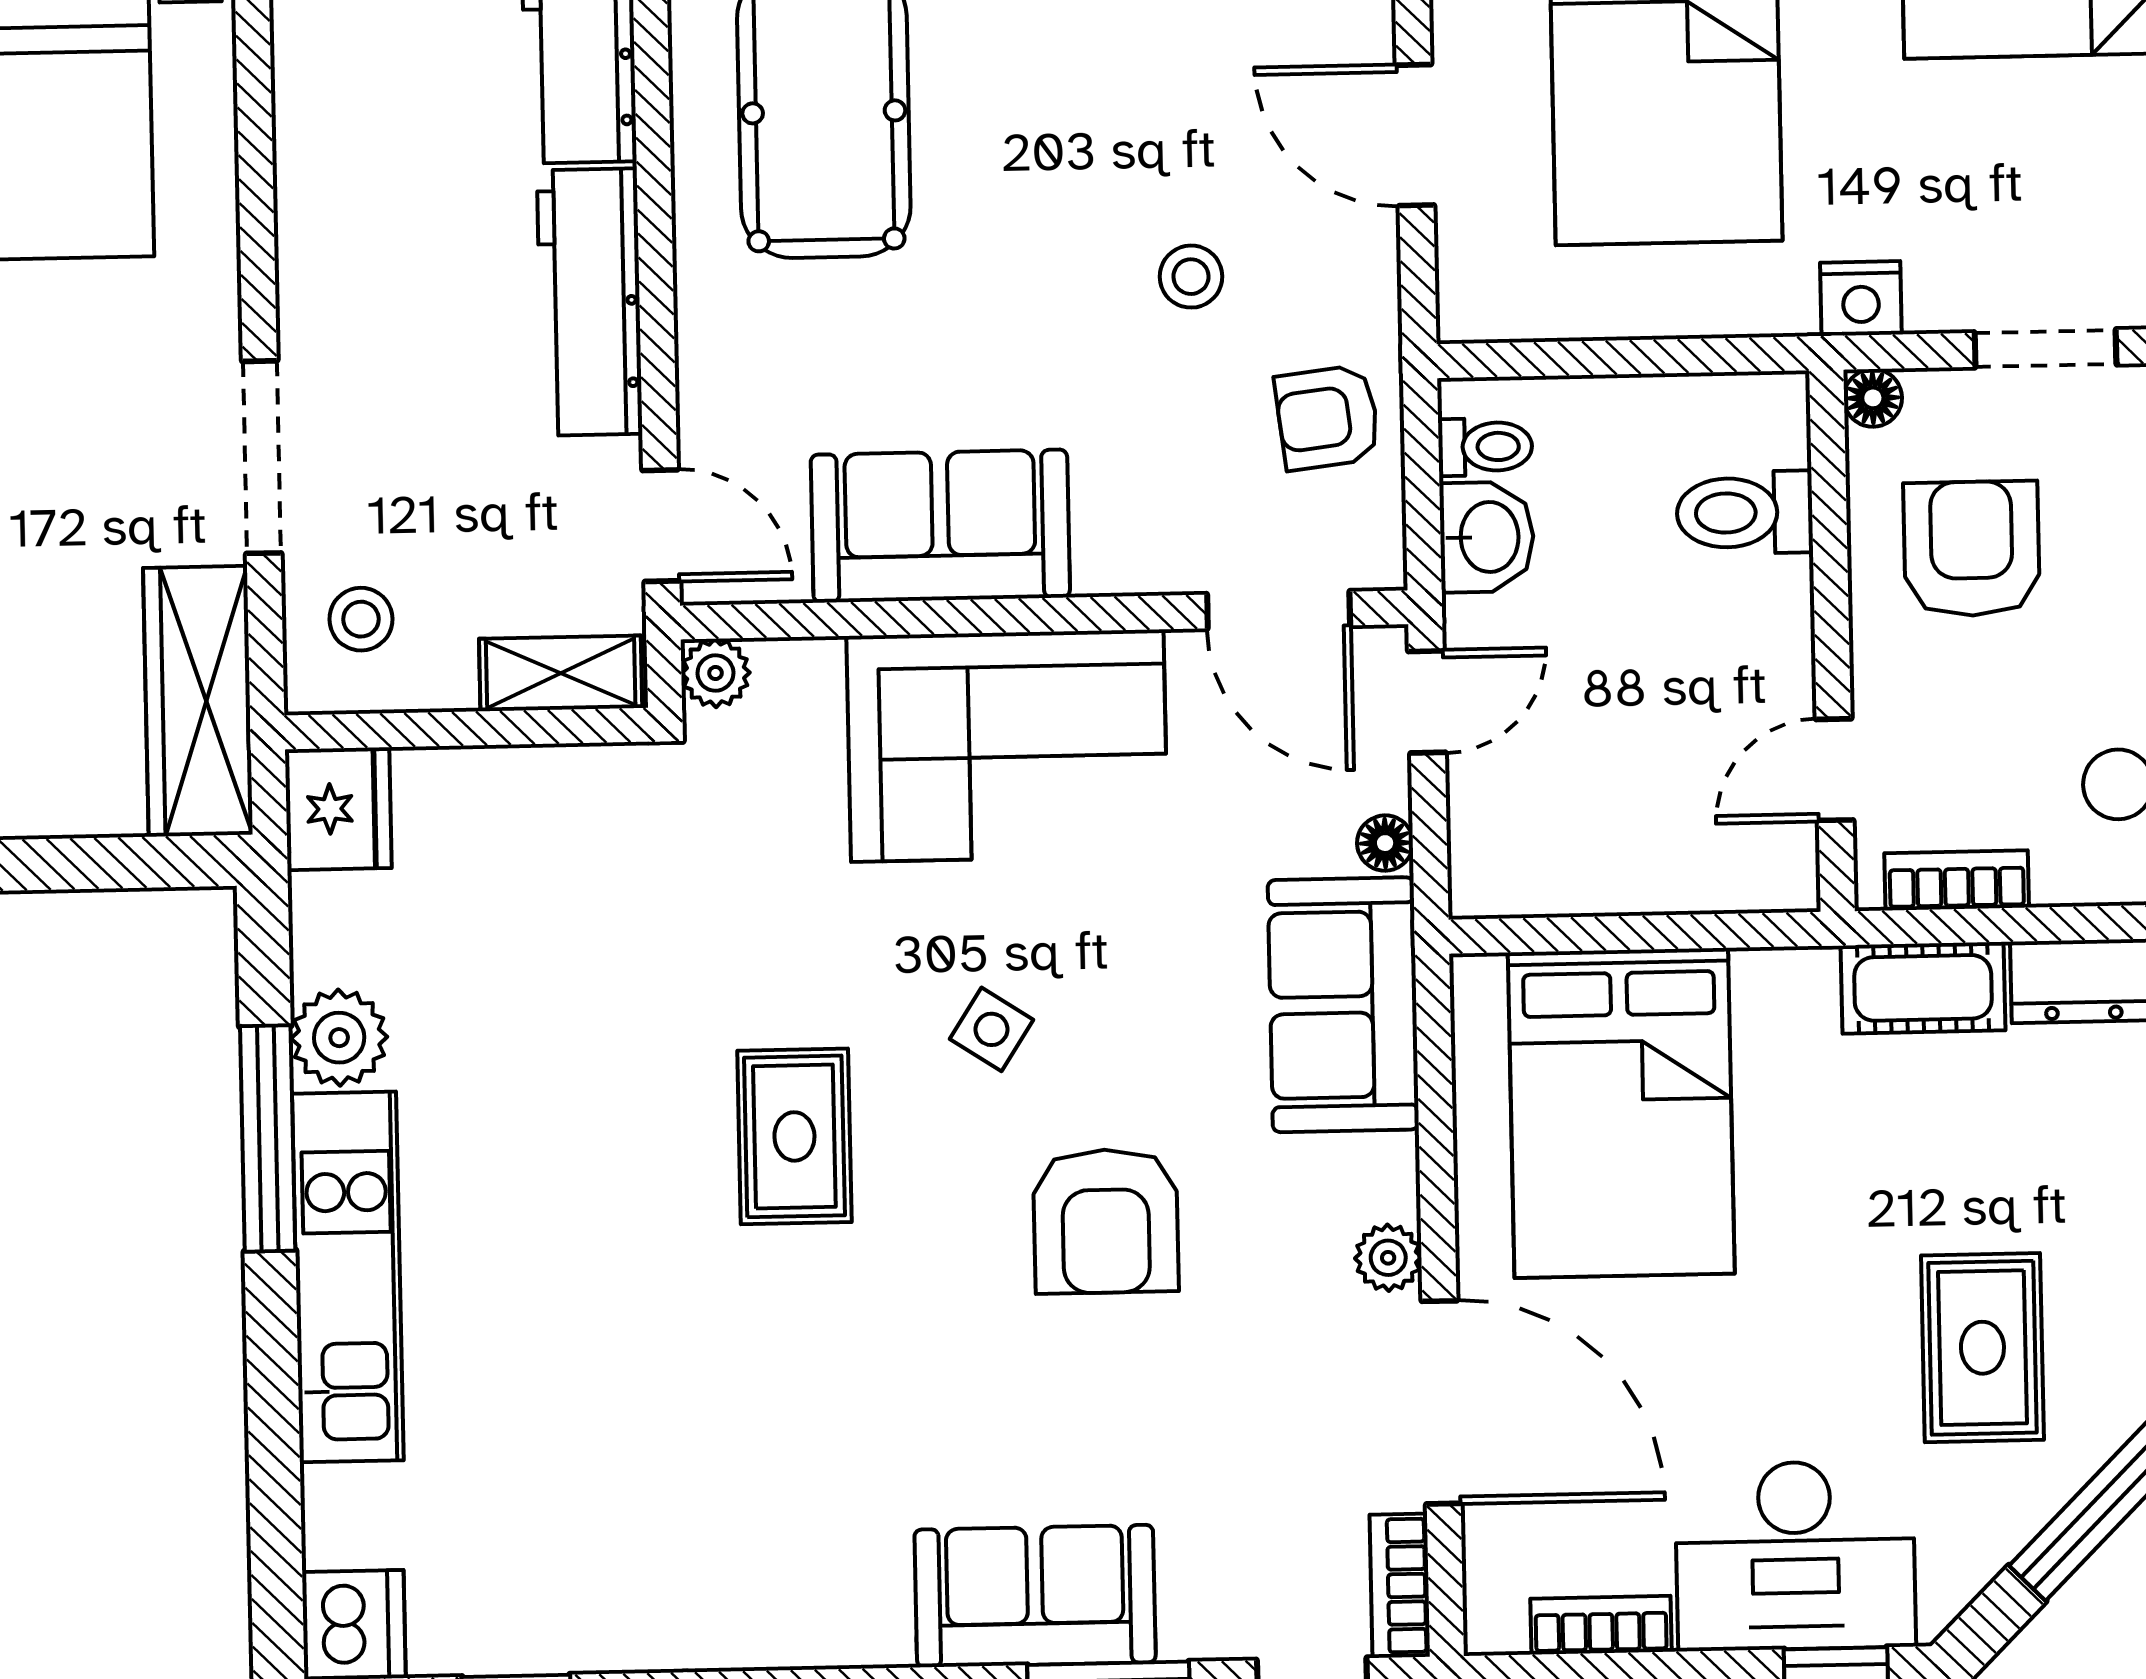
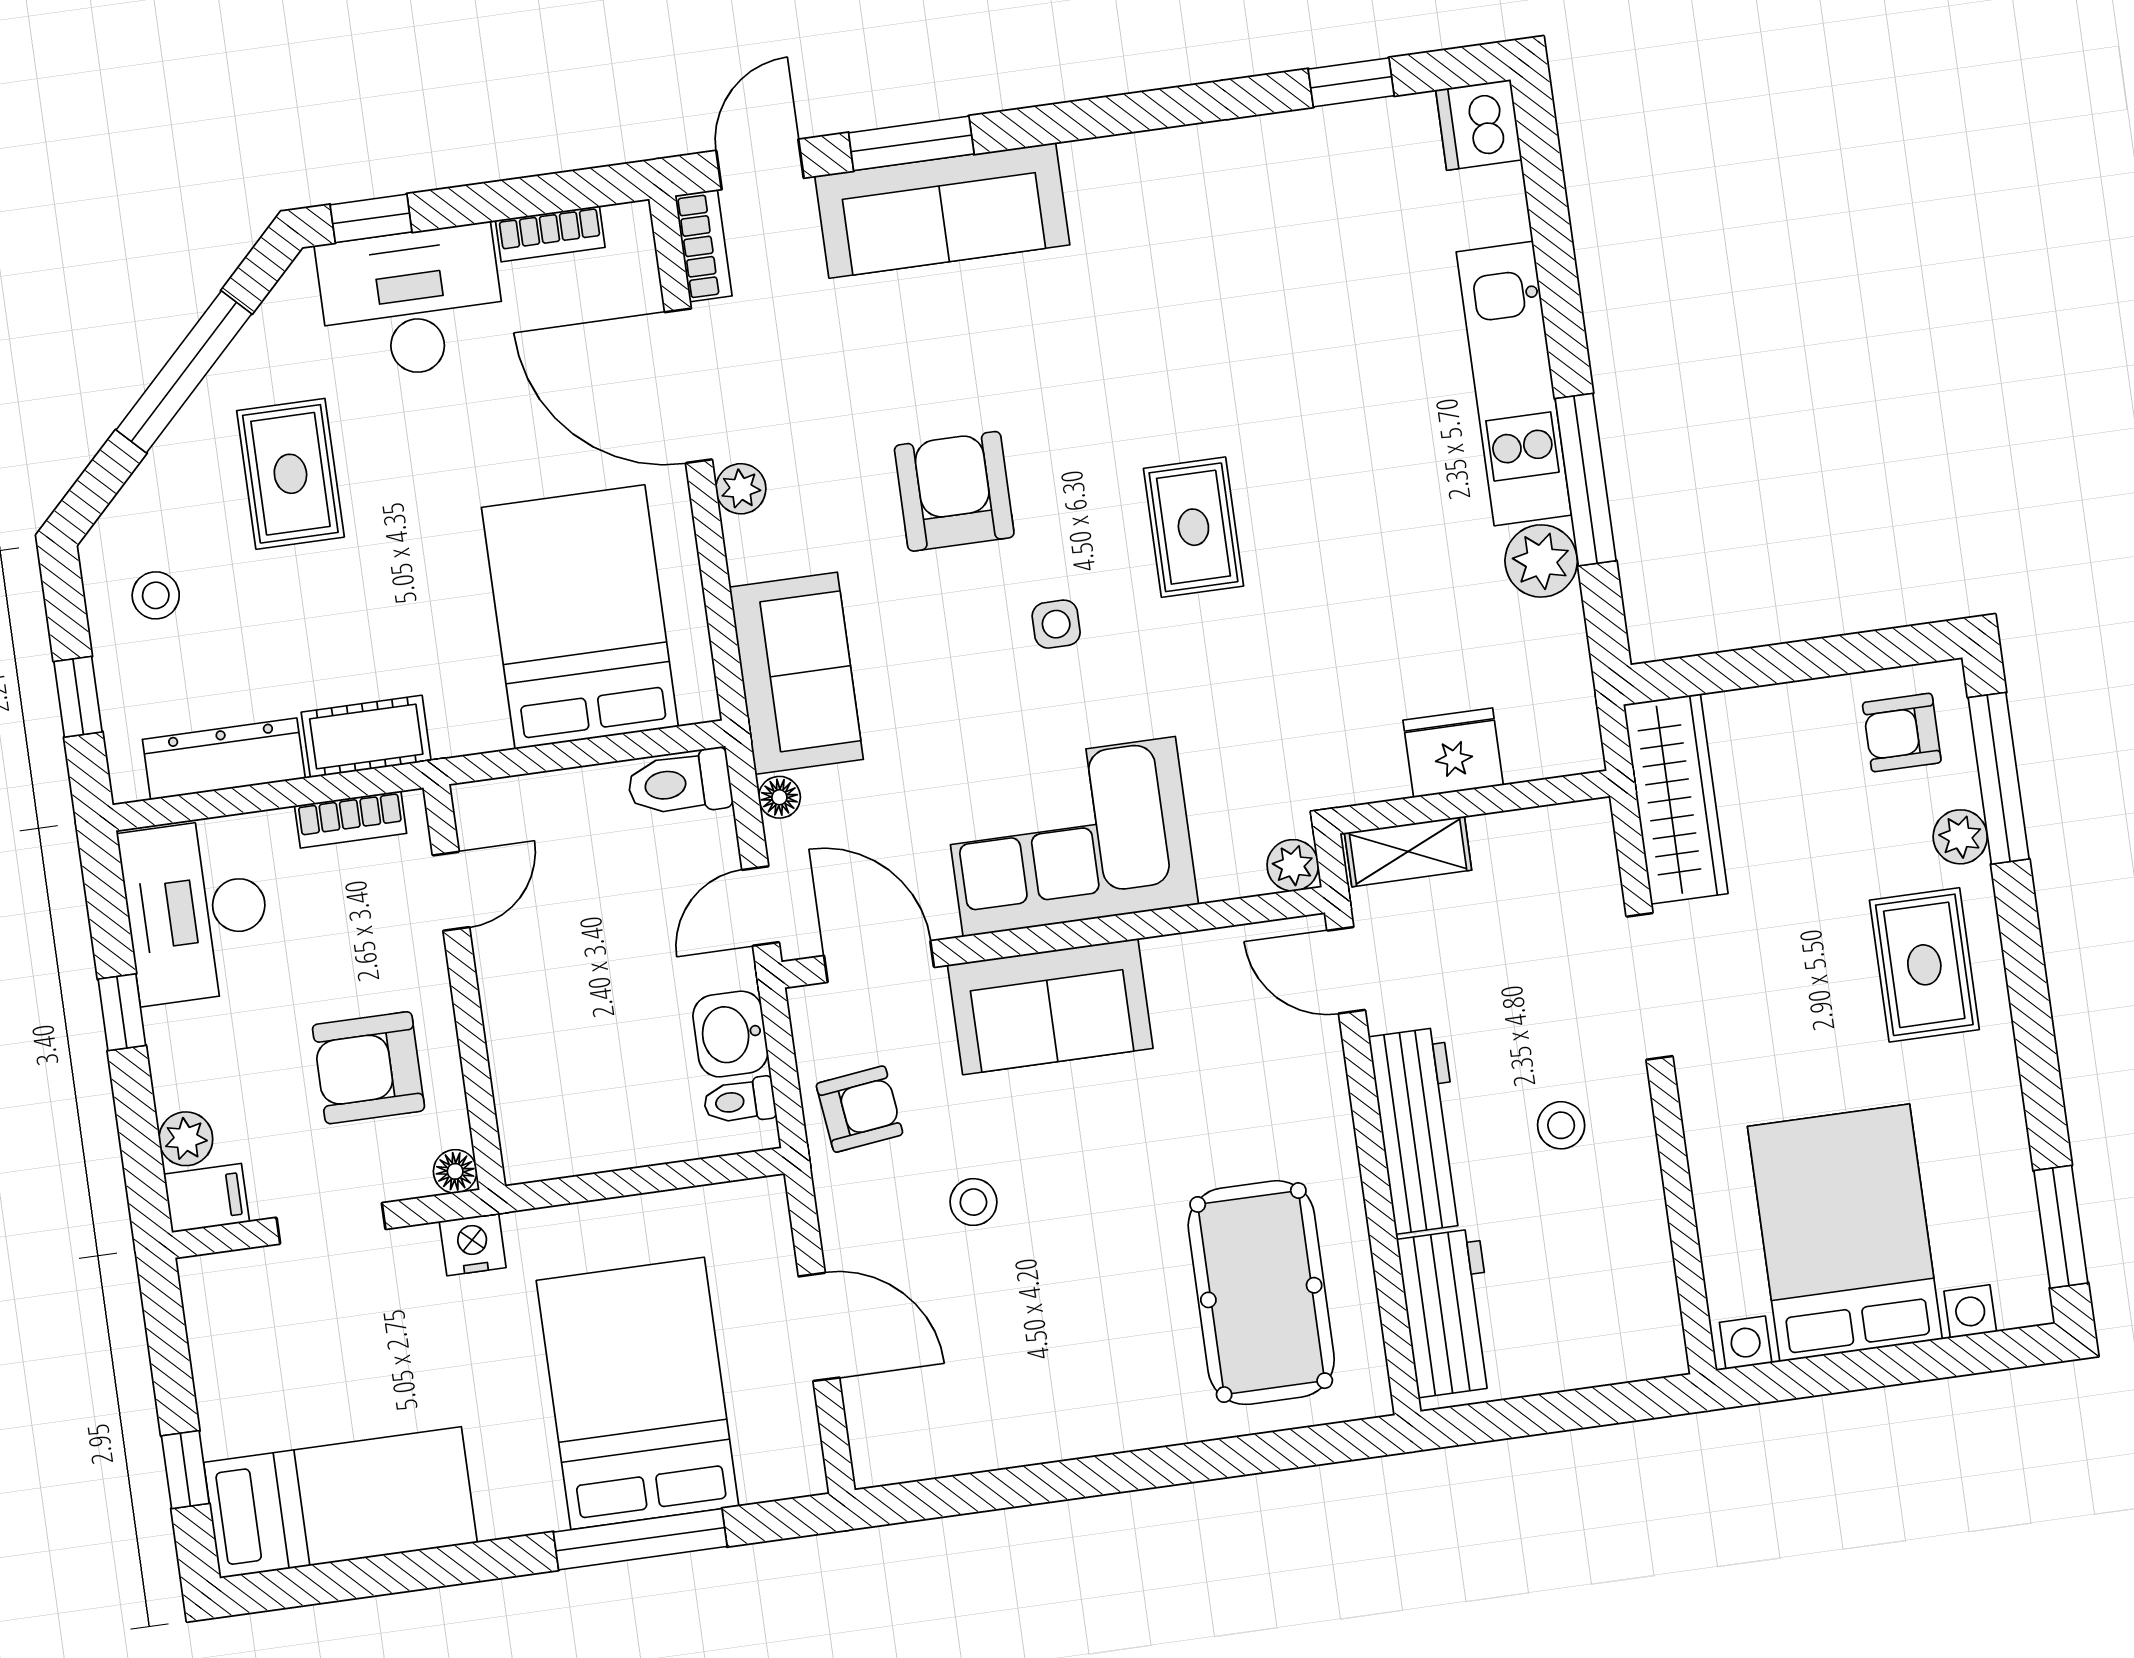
toilet: (1745, 513) -> (680, 783), moved, turned 180
sofa: (940, 526) -> (1050, 1007), moved
armchair: (1971, 549) -> (369, 1068), turned 90
stool: (361, 619) -> (1561, 1125), moved
fridge: (338, 809) -> (1453, 753), moved, turned 90
side table: (991, 1029) -> (1056, 624), turned -33
sofa: (1035, 1596) -> (942, 210), width x1.36

